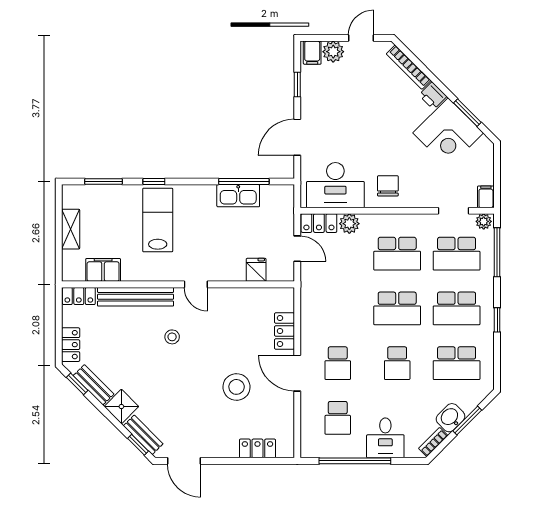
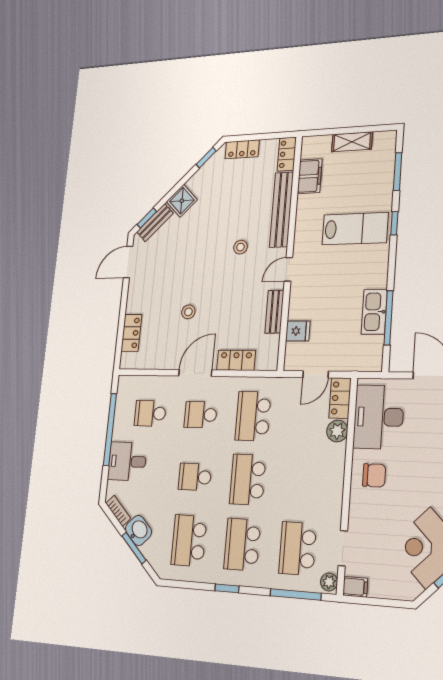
school desk: (397, 254) -> (253, 416), moved
bench: (94, 385) -> (274, 312), moved, turned -45
stool: (237, 387) -> (188, 312), width x0.53, depth x0.53

